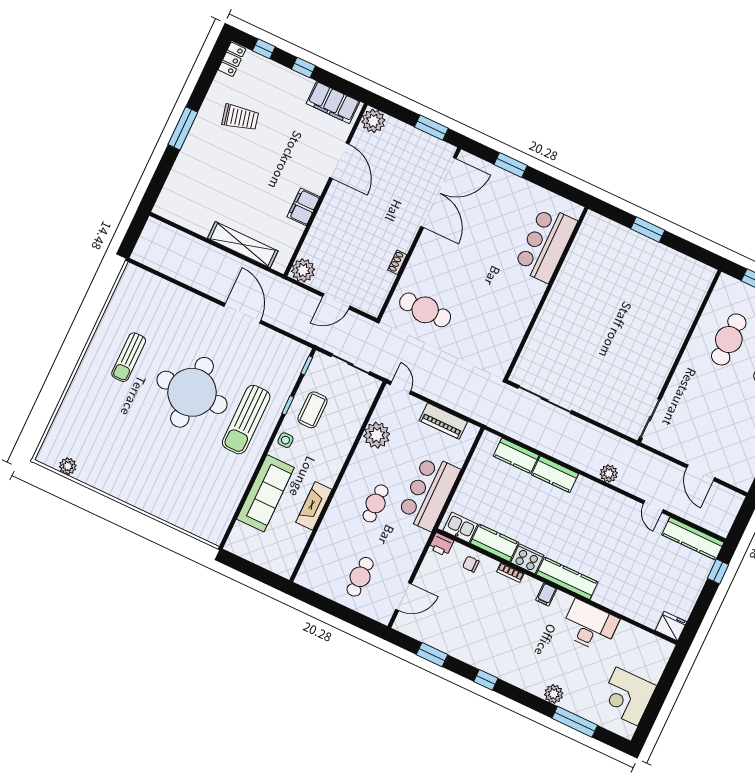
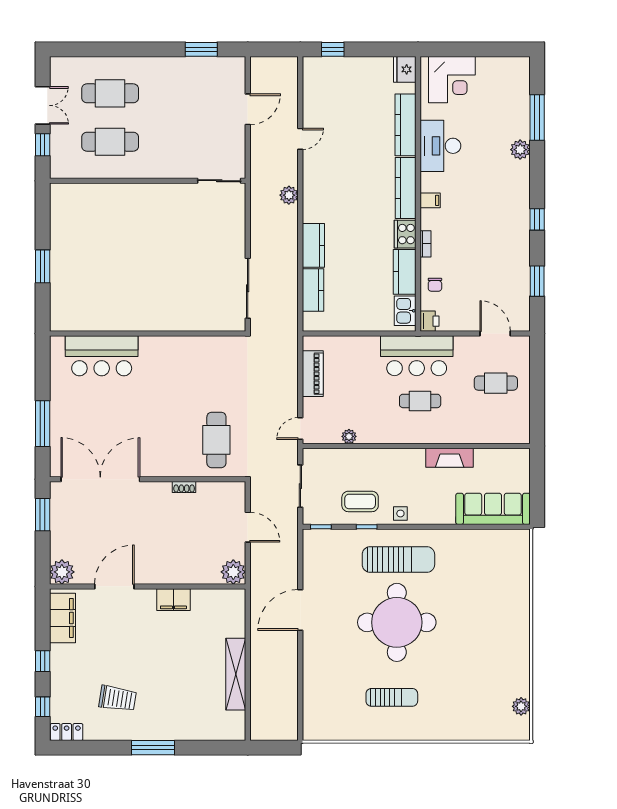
trolley: (240, 118) -> (118, 698), turned 112
window: (511, 165) -> (43, 424), width x1.44
shelving: (243, 245) -> (236, 674), moved
plant: (377, 435) -> (349, 436), width x0.53, depth x0.53
sofa: (265, 493) -> (493, 509), moved
bar counter: (429, 493) -> (417, 356), moved
kitchen counter: (693, 539) -> (406, 125), moved, turned 180
corner desk: (627, 696) -> (452, 80), moved

